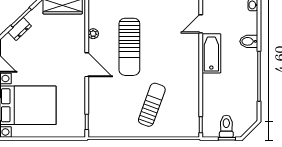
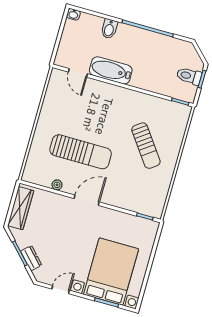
sun lounger: (152, 105) -> (146, 146), turned -146

